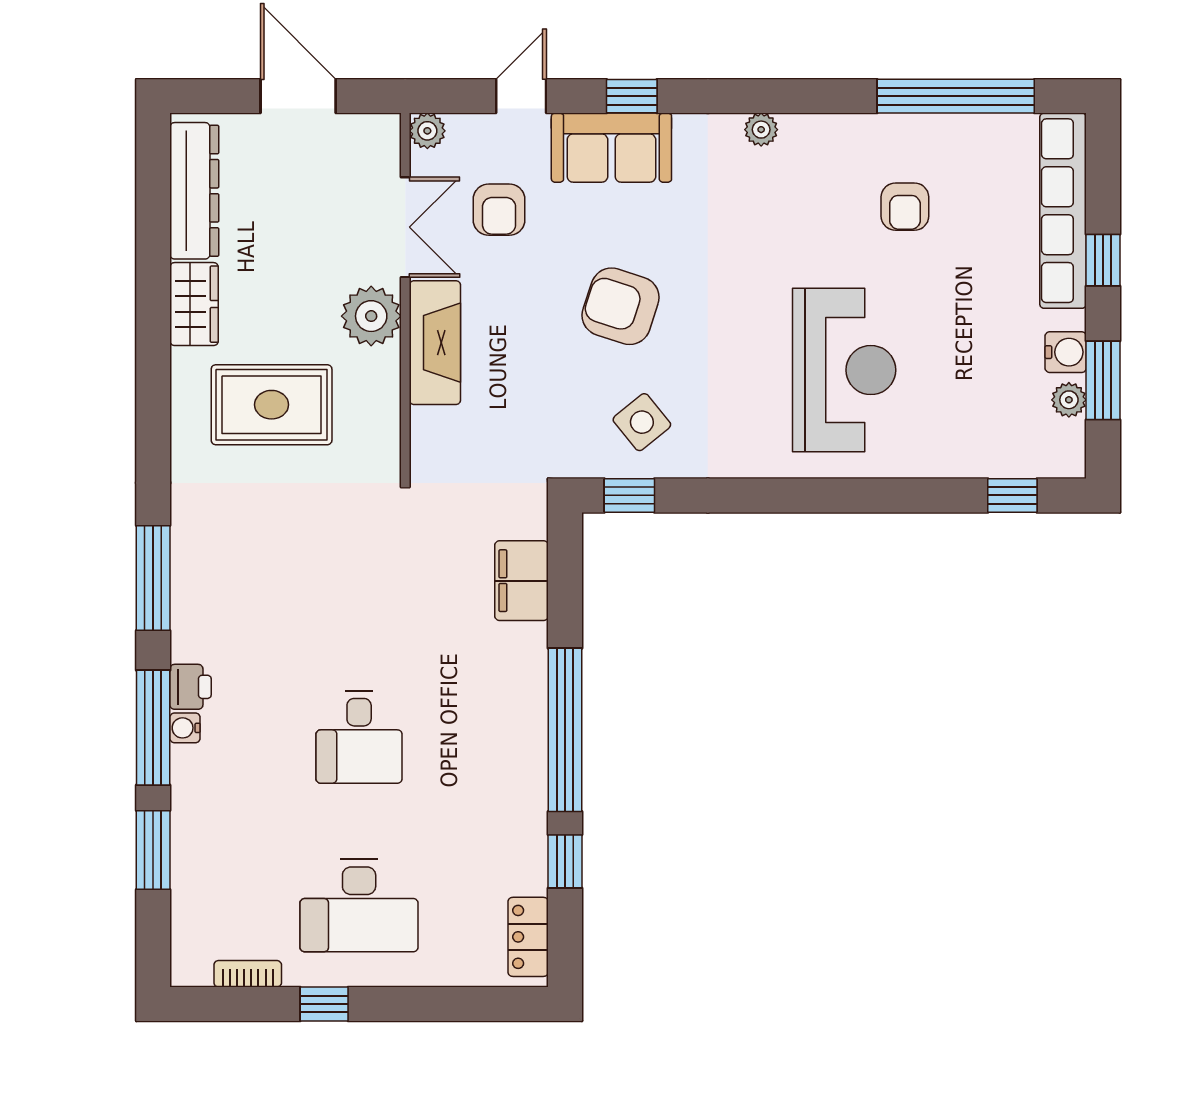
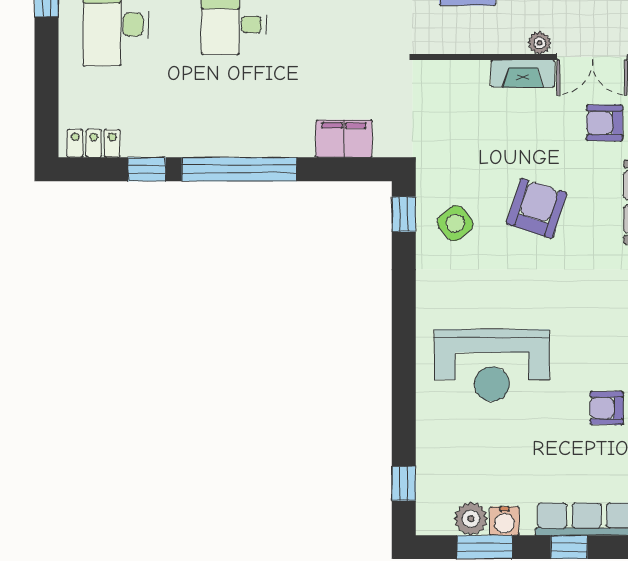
plant: (371, 316) -> (540, 43), width x0.53, depth x0.53
fireplace: (435, 343) -> (523, 74), width x0.73, depth x0.76
plant: (1069, 400) -> (471, 519), width x1.38, depth x1.38

